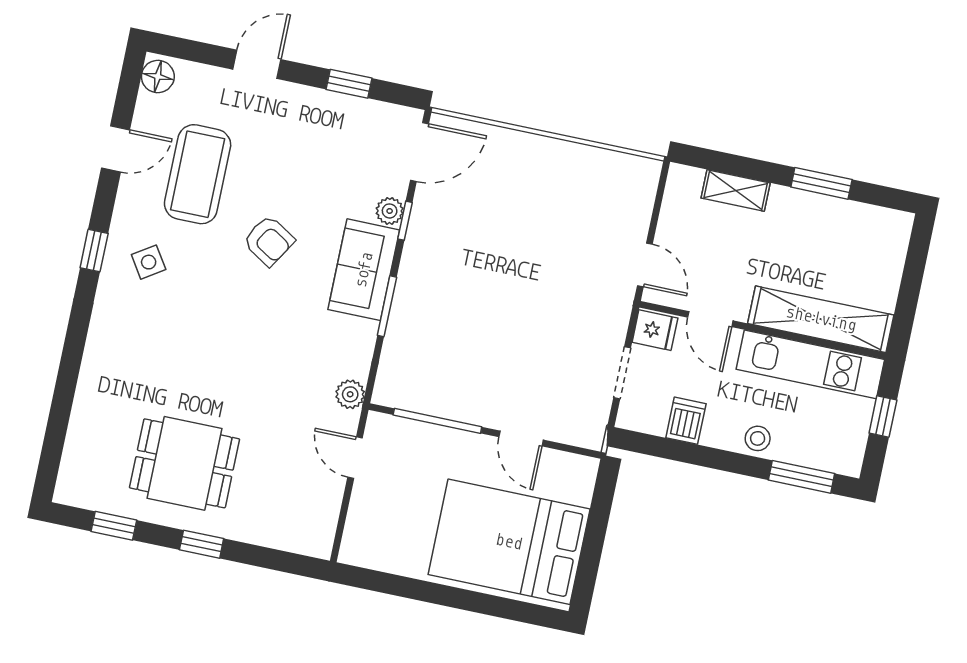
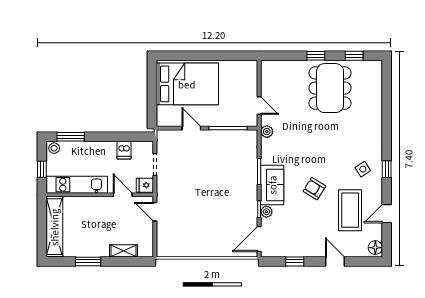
door: (257, 64) -> (335, 261), swing flipped
shelving: (821, 319) -> (54, 227), moved, turned 90
stool: (758, 438) -> (54, 148), moved
dining table: (185, 463) -> (330, 88), width x1.38

